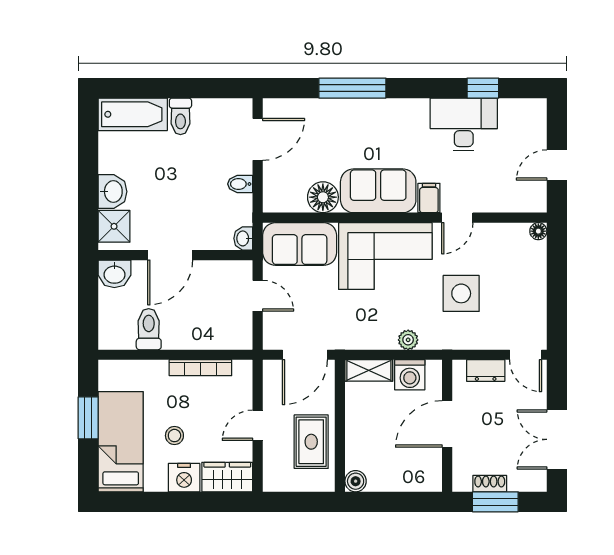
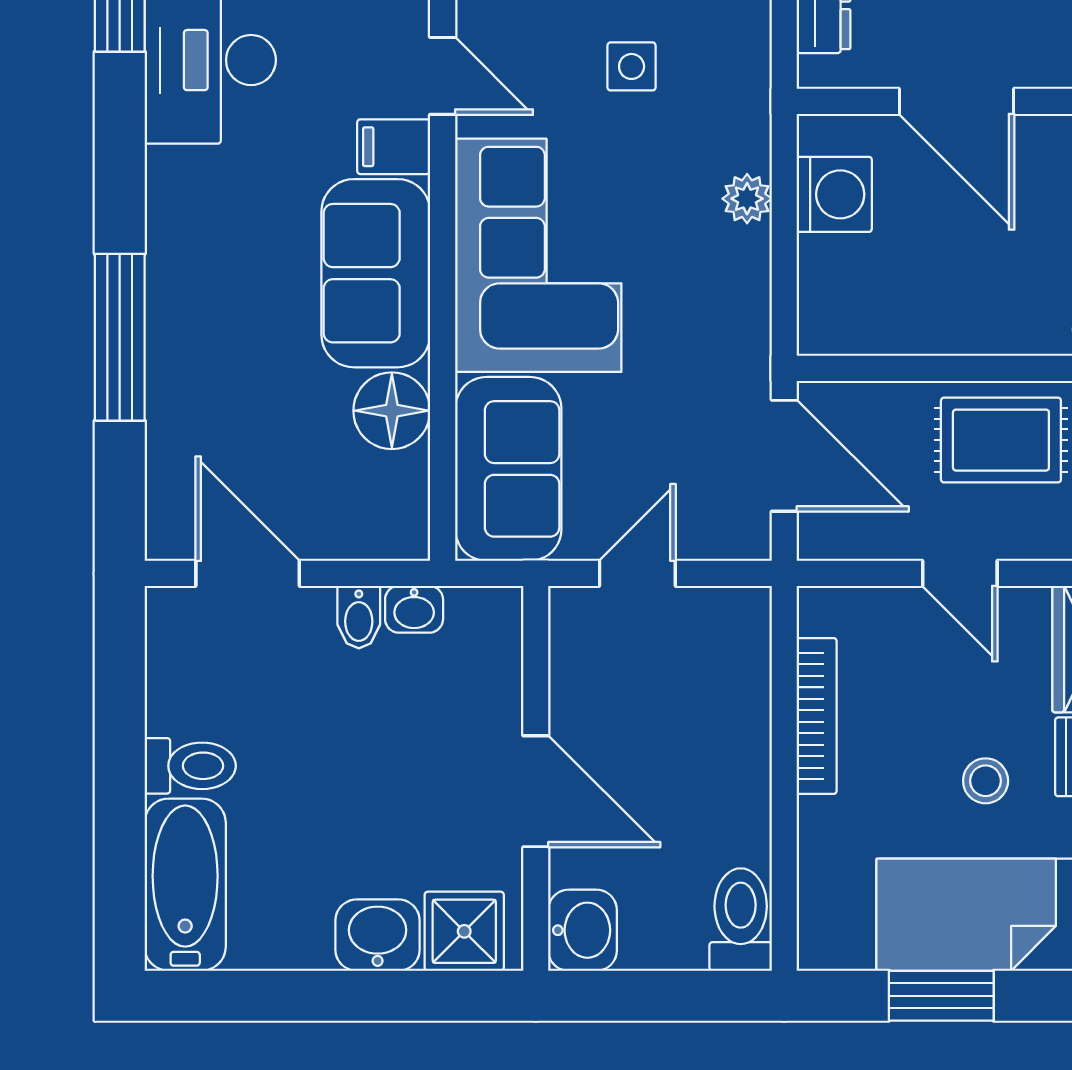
washbasin: (243, 238) -> (414, 609), moved
side table: (461, 293) -> (632, 66), width x0.54, depth x0.54
toilet: (149, 329) -> (741, 920), moved, turned 90
shelving: (369, 370) -> (823, 296), removed

